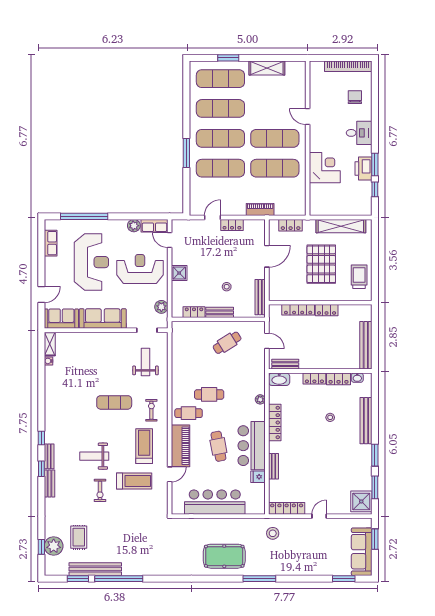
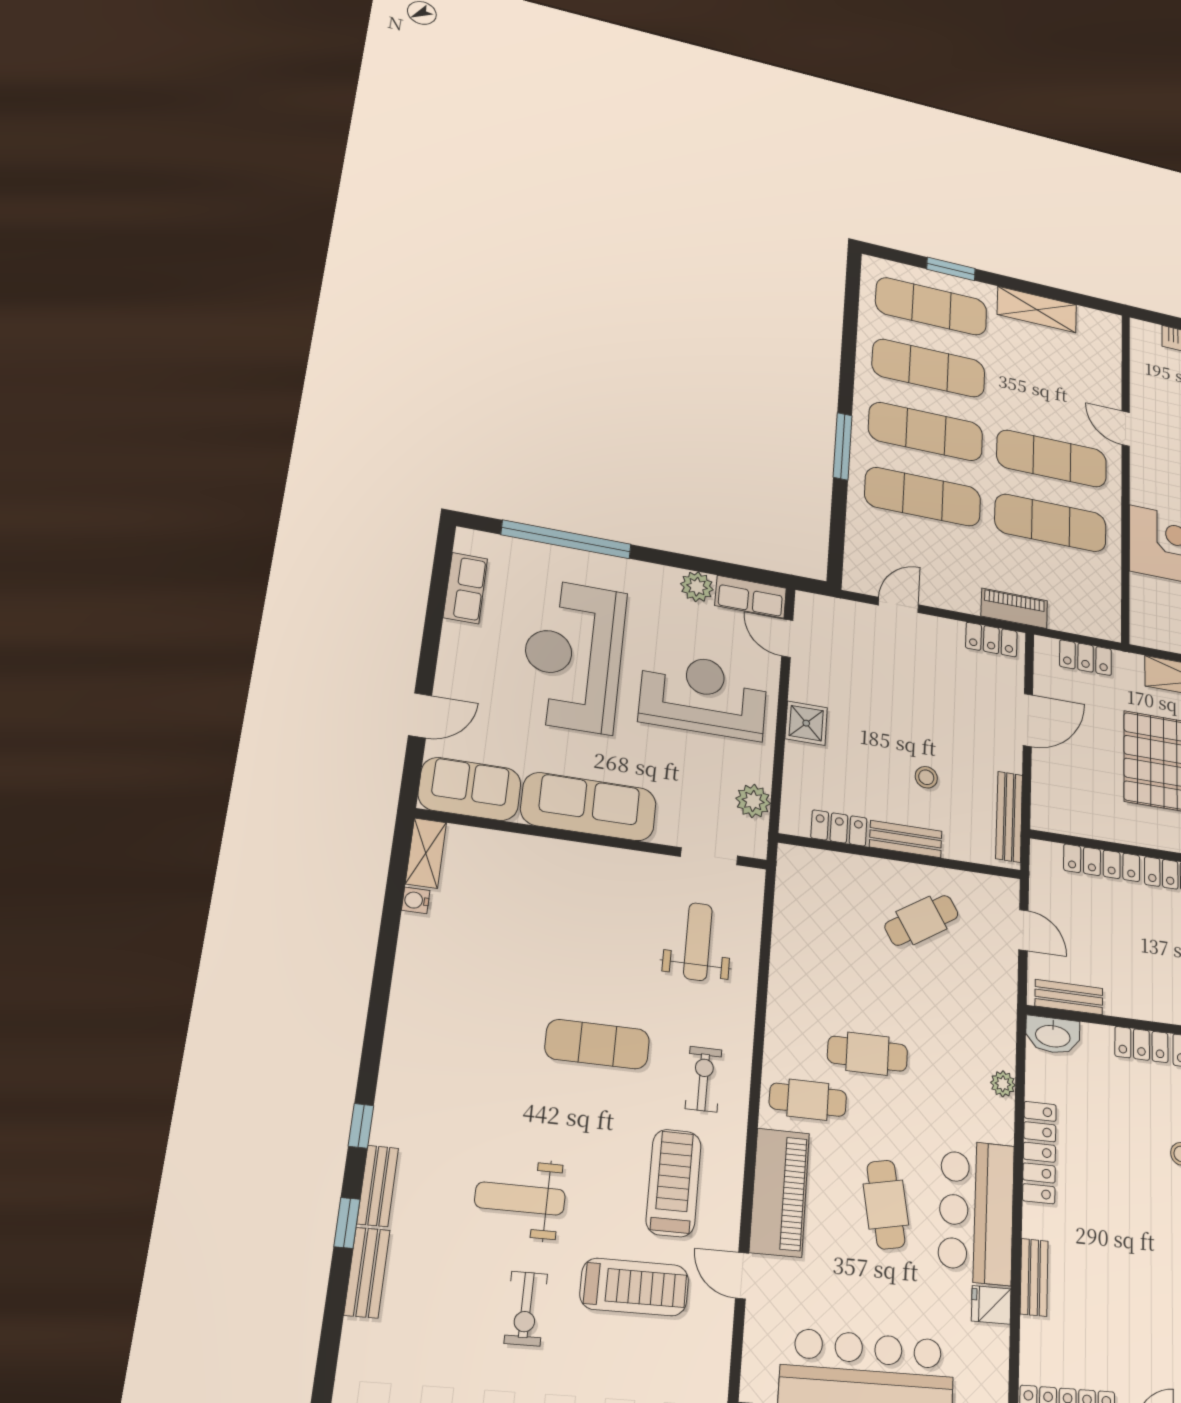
locker: (232, 225) -> (991, 640), moved
reception desk: (91, 262) -> (573, 656), turned 180
door: (170, 474) -> (742, 1276), swing flipped

